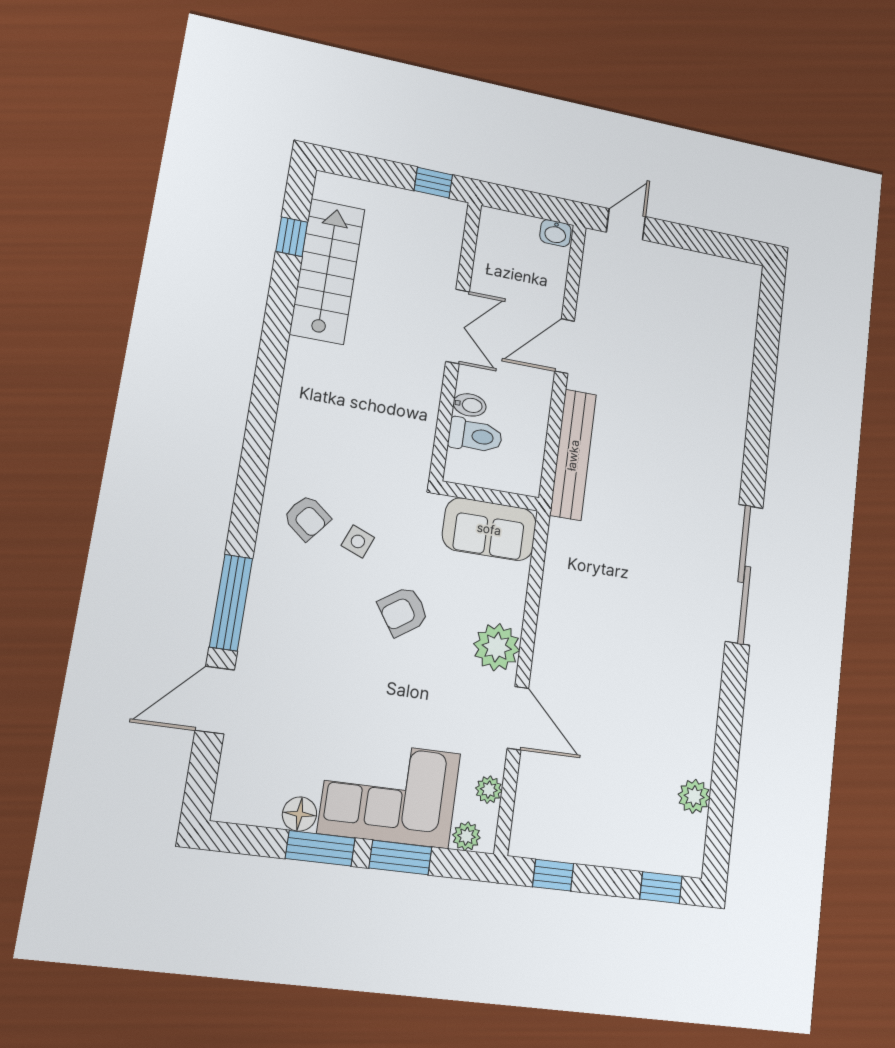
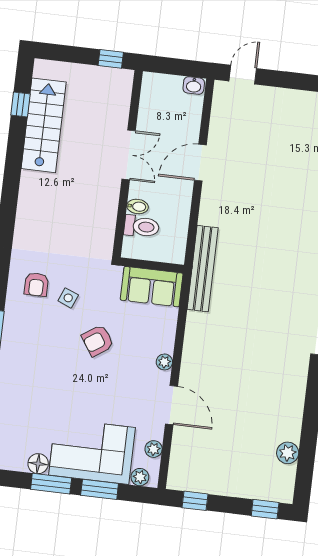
bench: (573, 455) -> (203, 269), moved
armchair: (307, 518) -> (36, 285), turned 51
plant: (497, 647) -> (164, 362), width x0.53, depth x0.53

